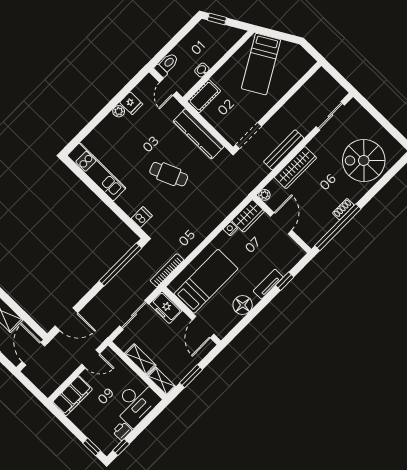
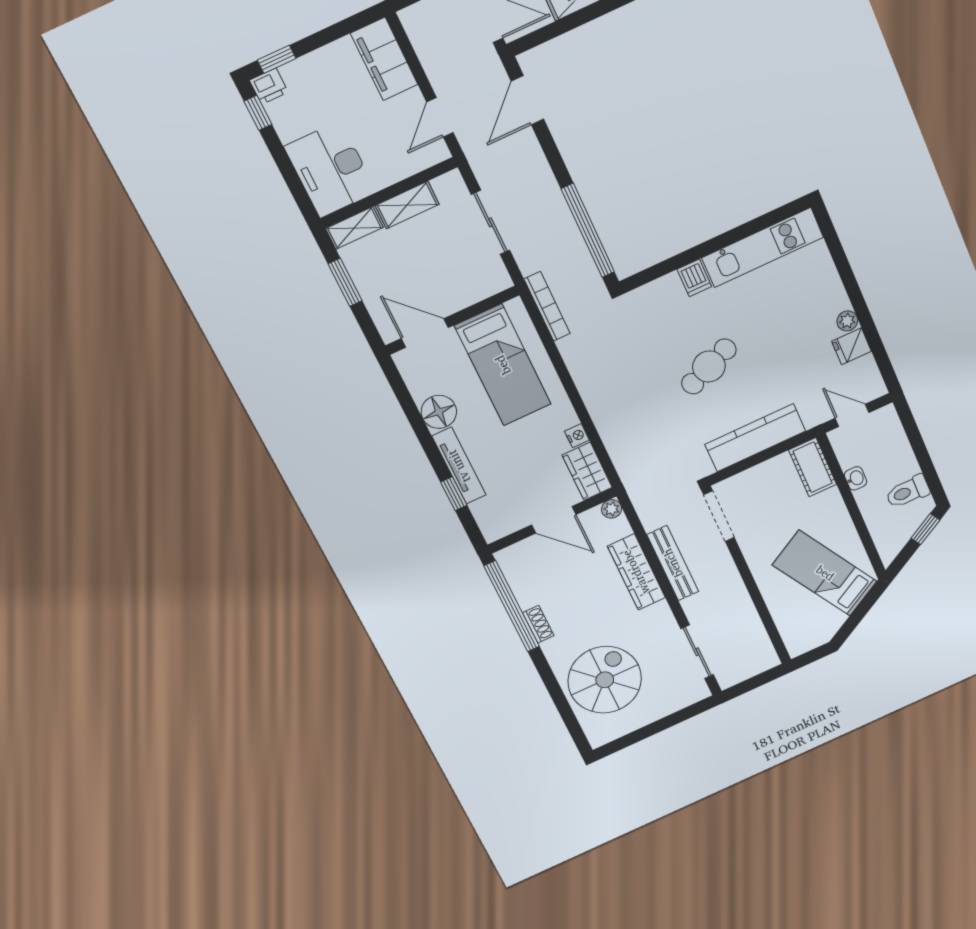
toilet: (167, 65) -> (908, 492), moved, turned 90
dishwasher: (142, 217) -> (694, 278), moved
tv unit: (268, 284) -> (459, 466), width x1.41
freezer: (166, 307) -> (483, 282), removed
printer: (122, 431) -> (269, 86), moved, turned 90

